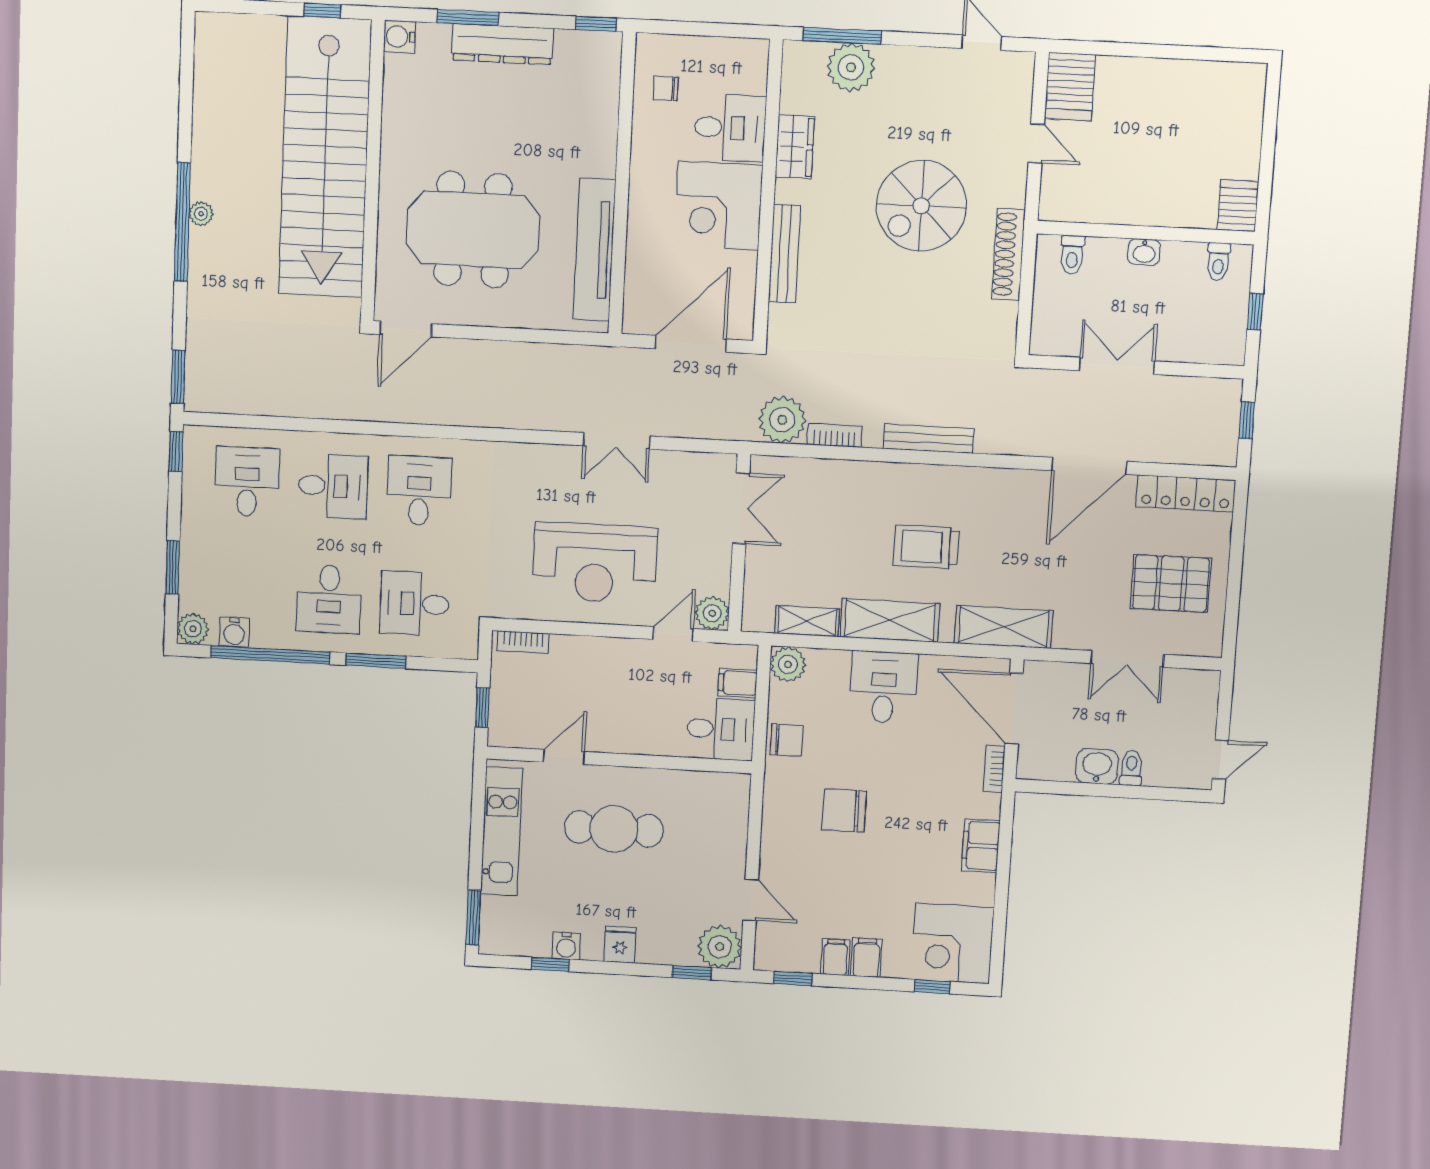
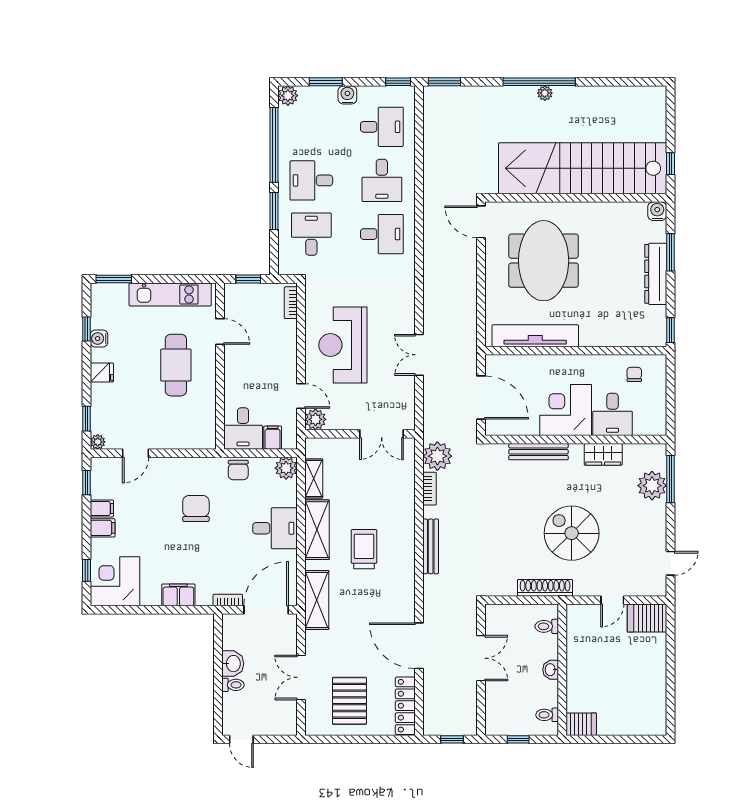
water cooler: (234, 632) -> (347, 95), moved, turned 90
plant: (720, 947) -> (98, 442), width x0.53, depth x0.53

